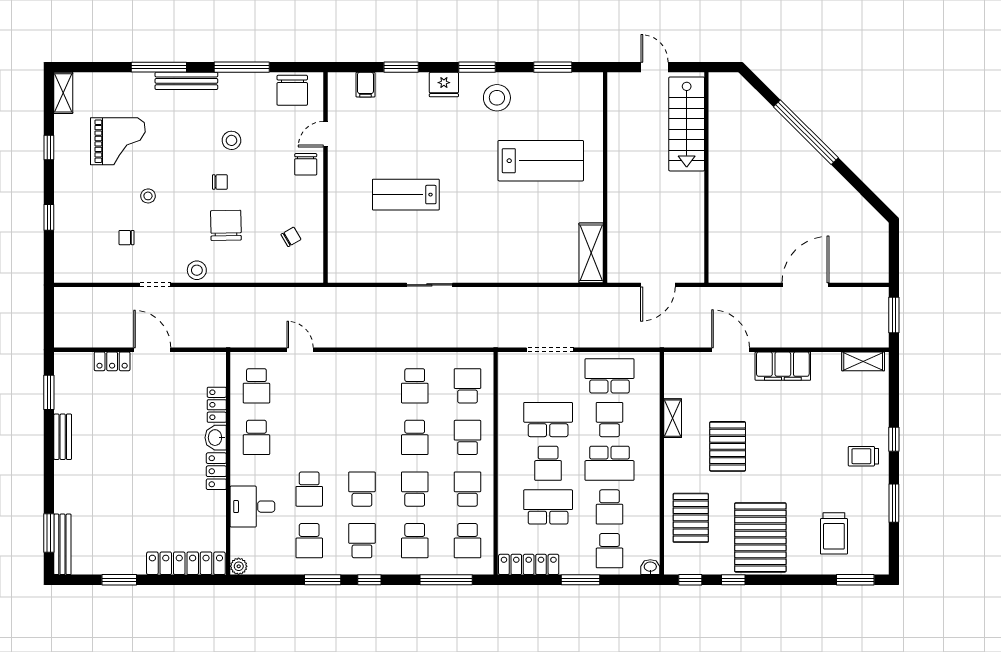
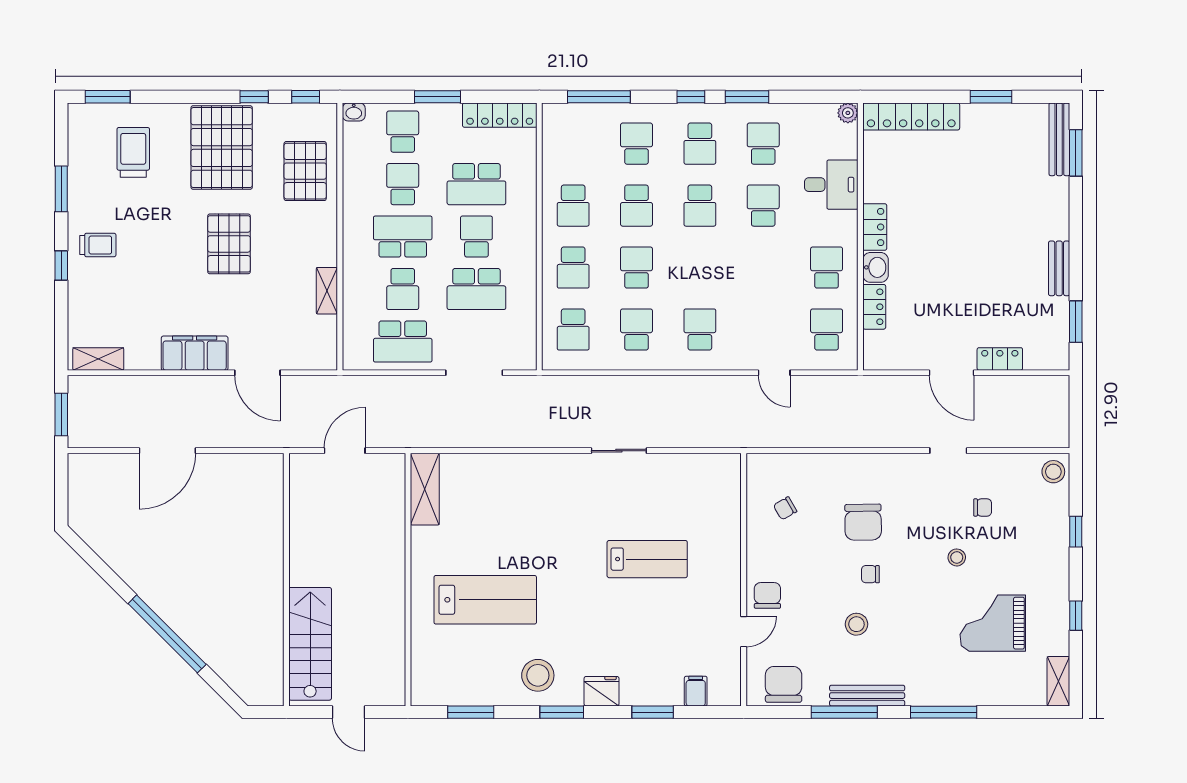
bench: (186, 81) -> (867, 696), moved
lab bench: (541, 161) -> (485, 600), turned 180
stool: (197, 270) -> (1053, 472), moved
pallet: (728, 446) -> (229, 244), moved
school desk: (468, 541) -> (700, 329), moved

